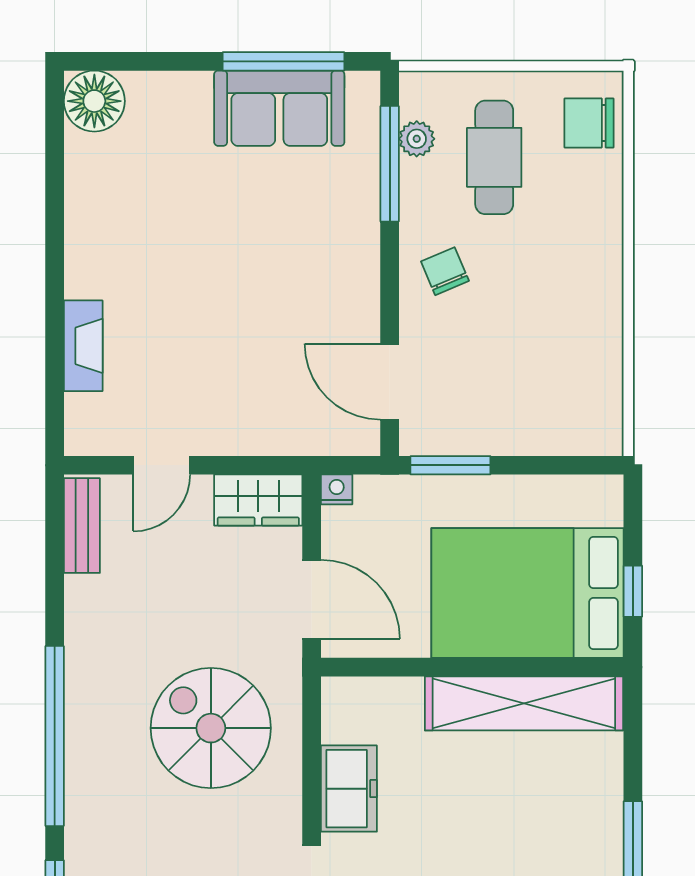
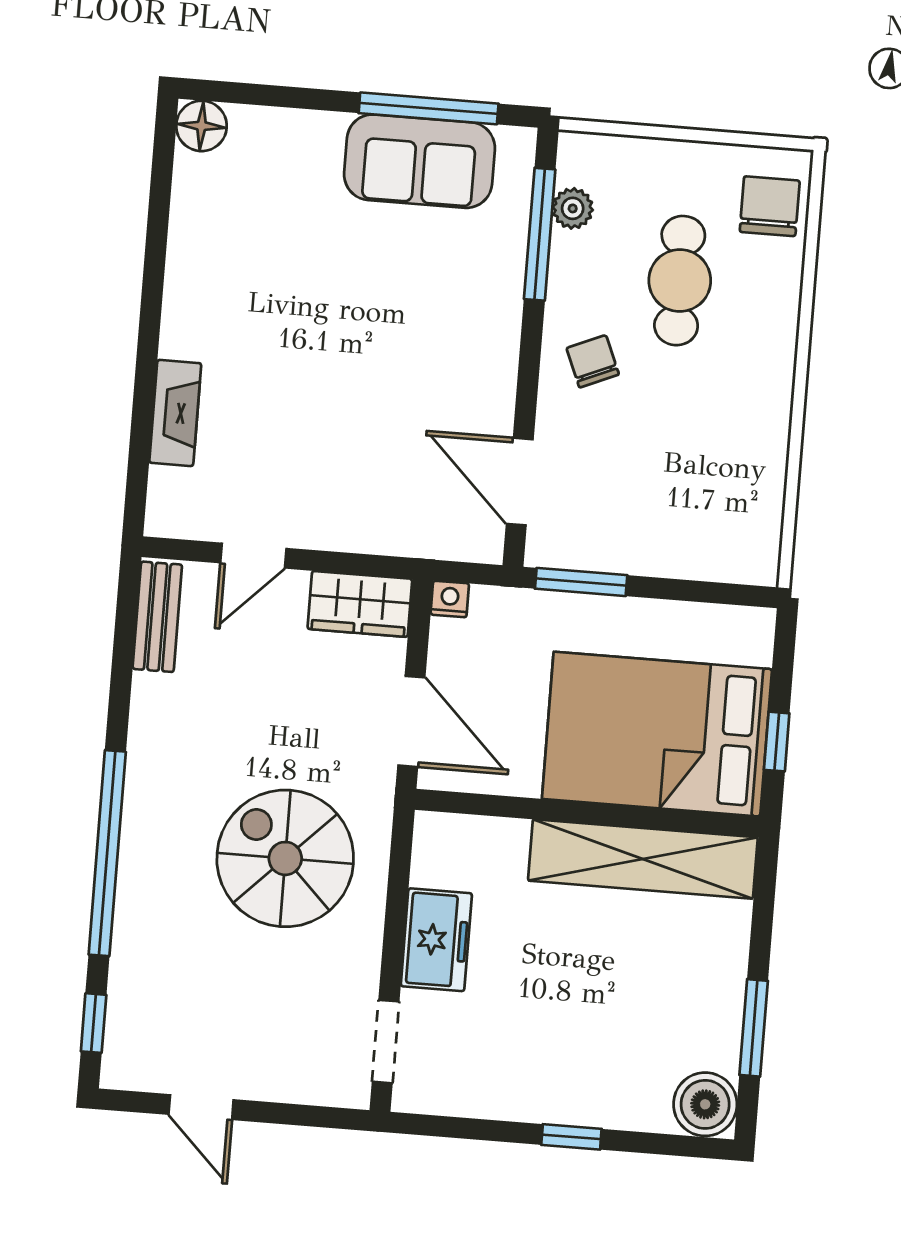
floor lamp: (94, 101) -> (202, 126), width x0.73, depth x0.73
chair: (589, 123) -> (770, 206), turned 90
cafe table: (494, 157) -> (680, 281), moved

